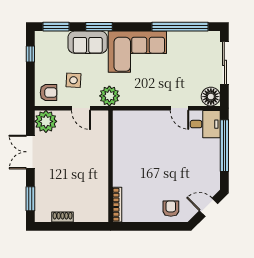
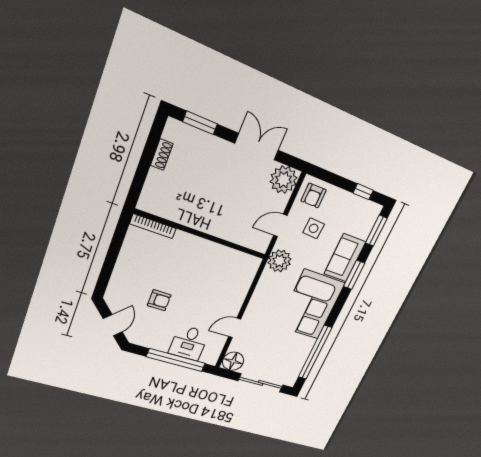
desk: (205, 124) -> (189, 343), moved
armchair: (171, 209) -> (159, 300), moved

